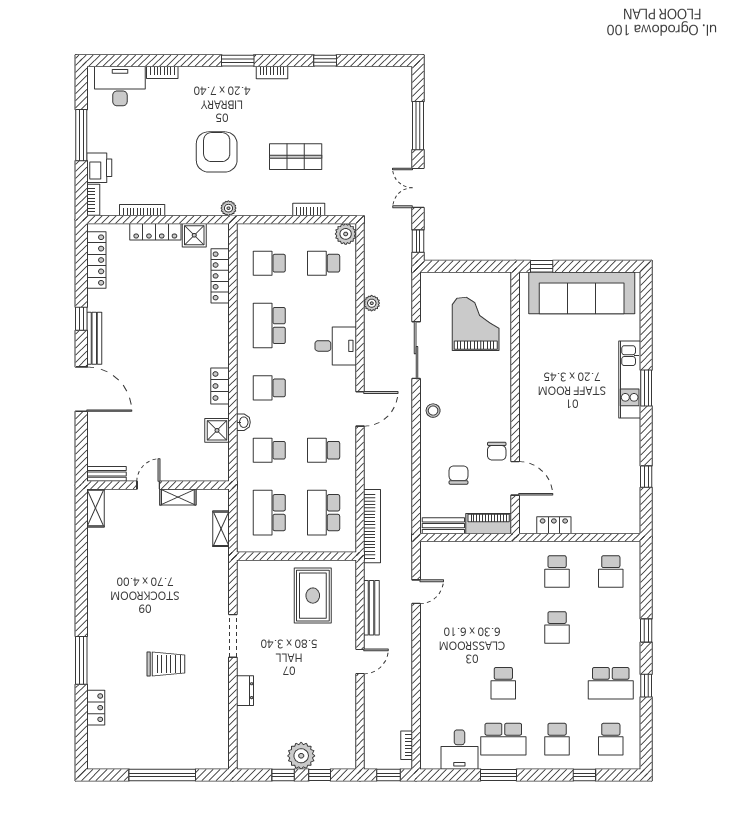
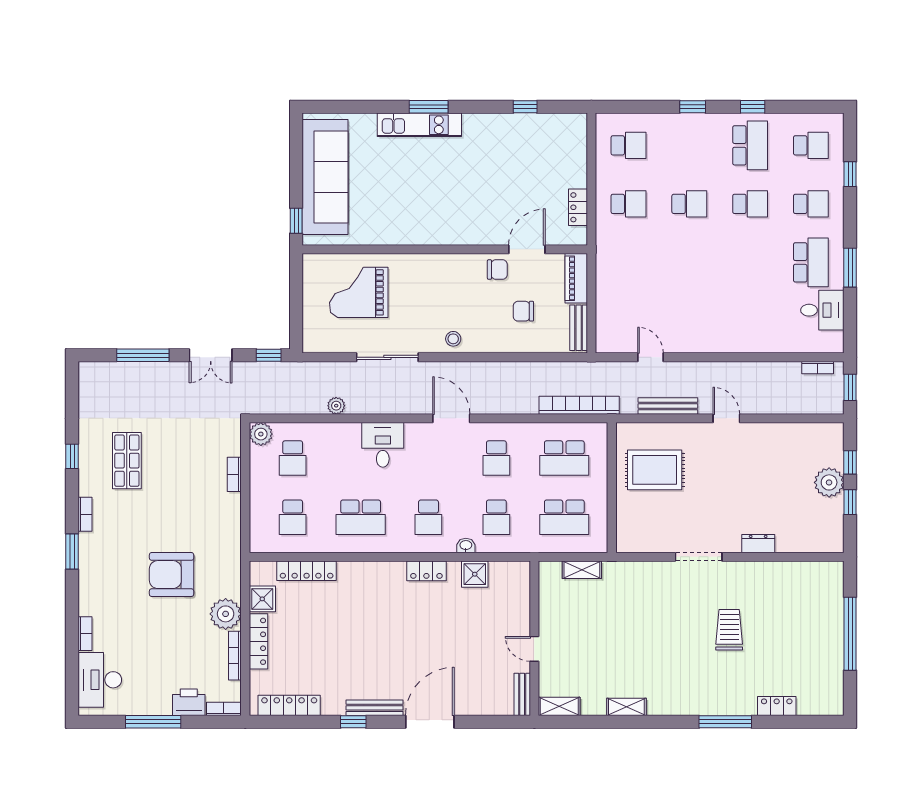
shop shelf: (296, 157) -> (127, 461), moved
plant: (228, 208) -> (226, 614), moved, width x1.88, depth x1.88
shelving: (178, 497) -> (626, 707), moved, turned 90
school desk: (503, 683) -> (750, 204), moved

